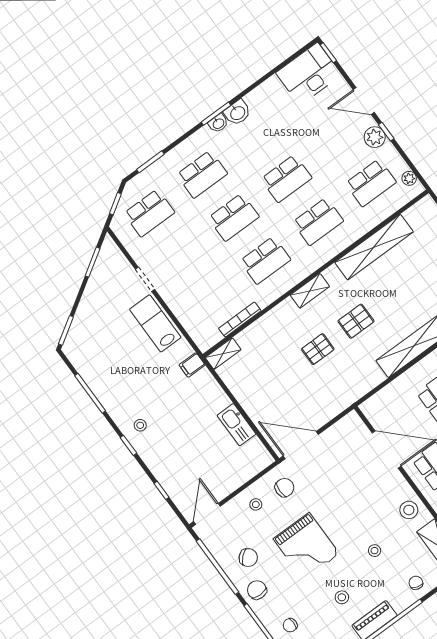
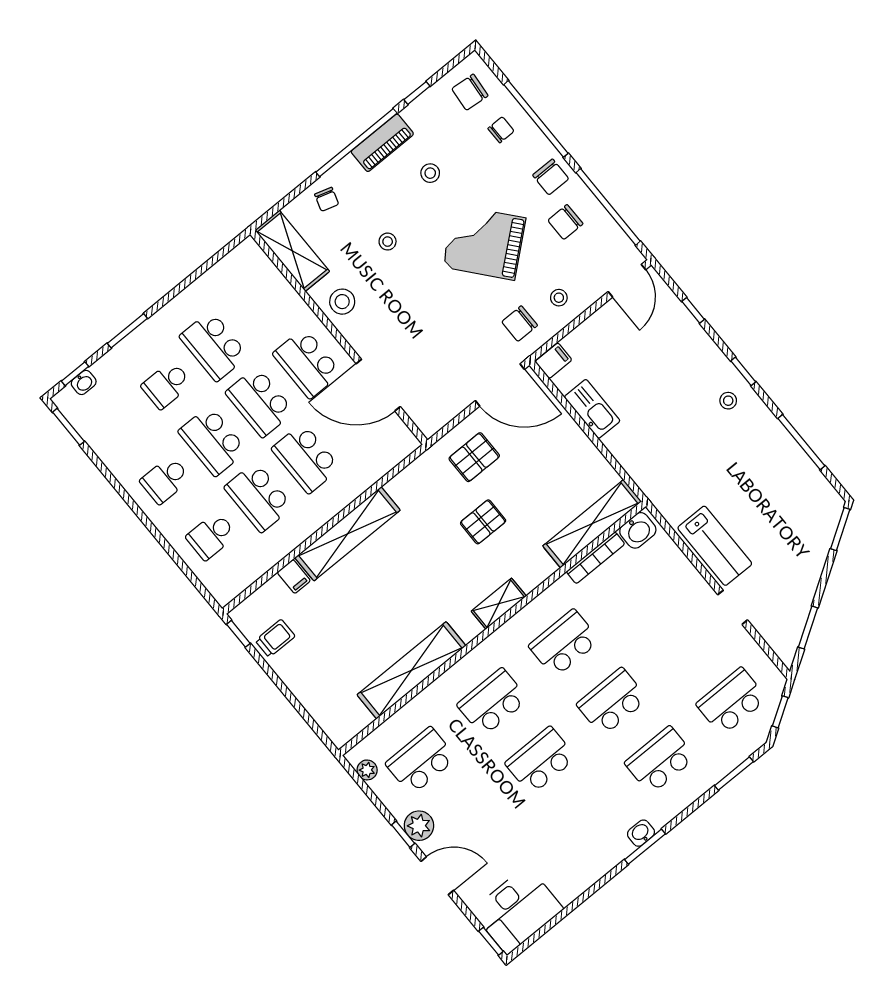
washbasin: (237, 113) -> (638, 530), moved, turned 180
pallet: (356, 321) -> (474, 457), moved
shelving: (223, 354) -> (592, 524), width x2.20, depth x1.33
filing cabinet: (192, 365) -> (553, 361), moved
grand piano: (306, 546) -> (484, 242), turned -40
chair: (248, 558) -> (565, 222), turned -47

